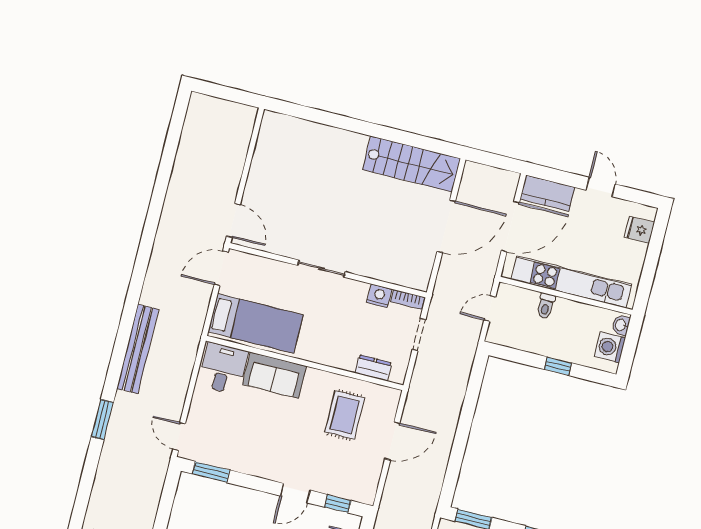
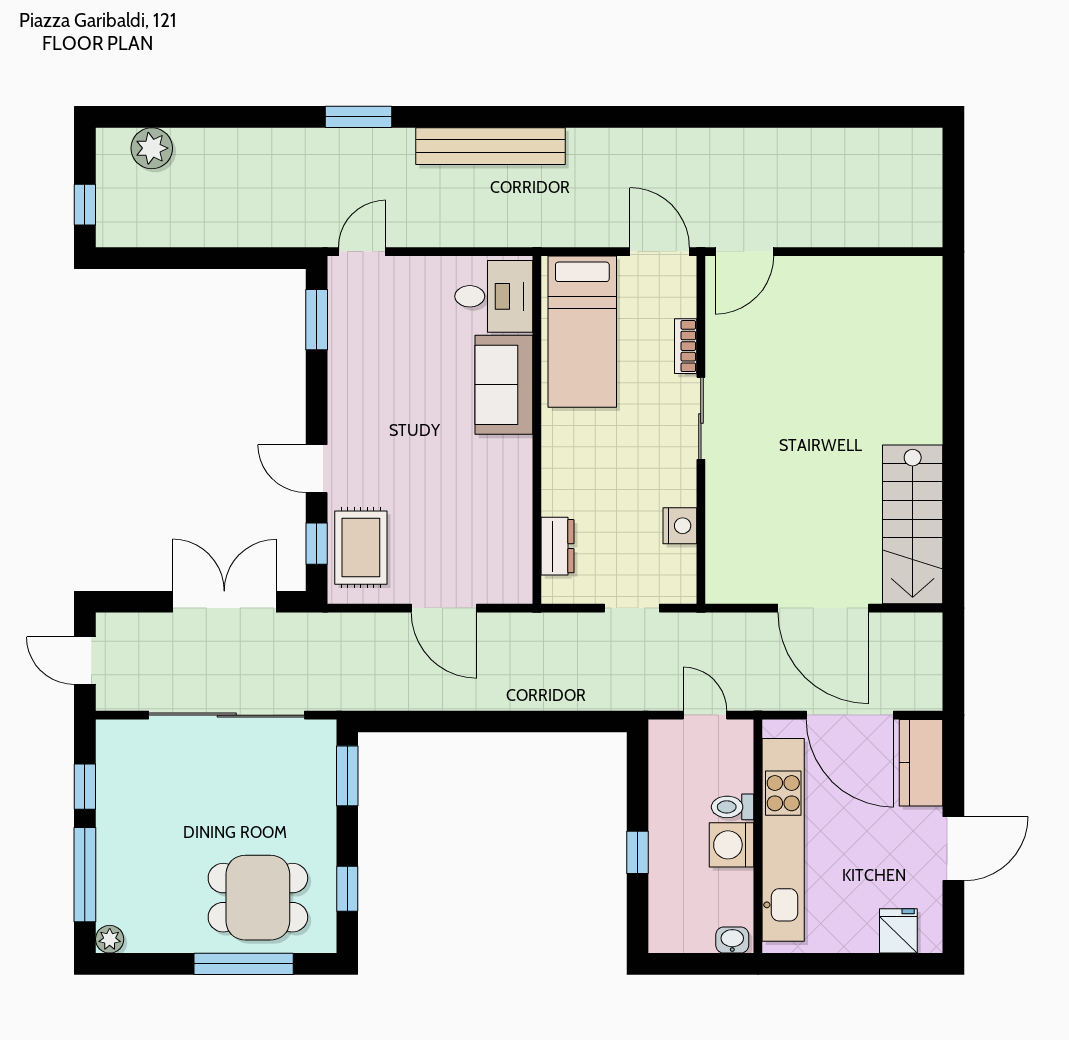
door: (601, 187) -> (953, 849), width x1.38
bookcase: (407, 299) -> (686, 346), moved
washing machine: (610, 347) -> (732, 845), moved, turned -90
rug: (345, 415) -> (361, 548), moved, turned 90

